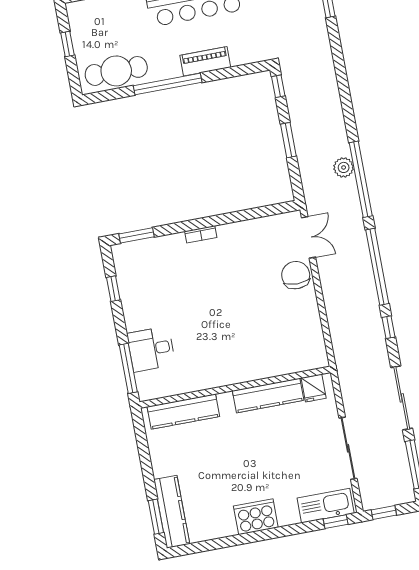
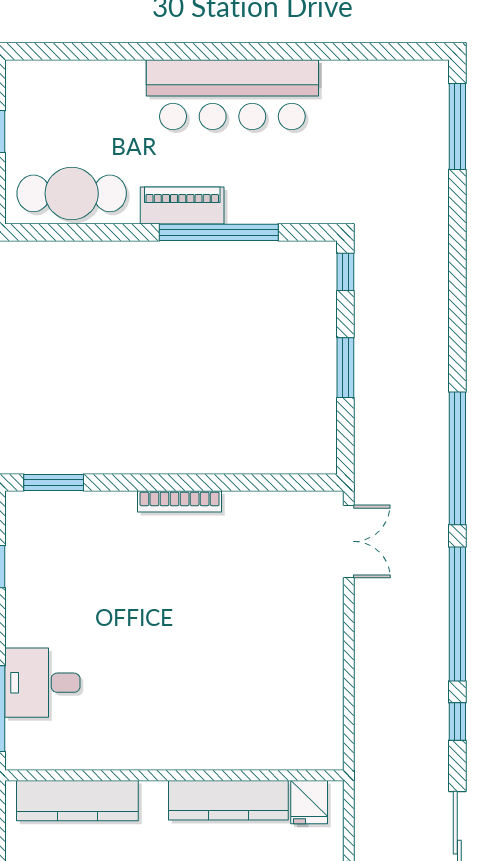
piano: (205, 61) -> (182, 206), moved
window: (168, 84) -> (219, 232), moved
plant: (344, 167) -> (431, 432), removed
bookcase: (201, 234) -> (180, 501), width x1.56
chair: (296, 275) -> (315, 602), removed

